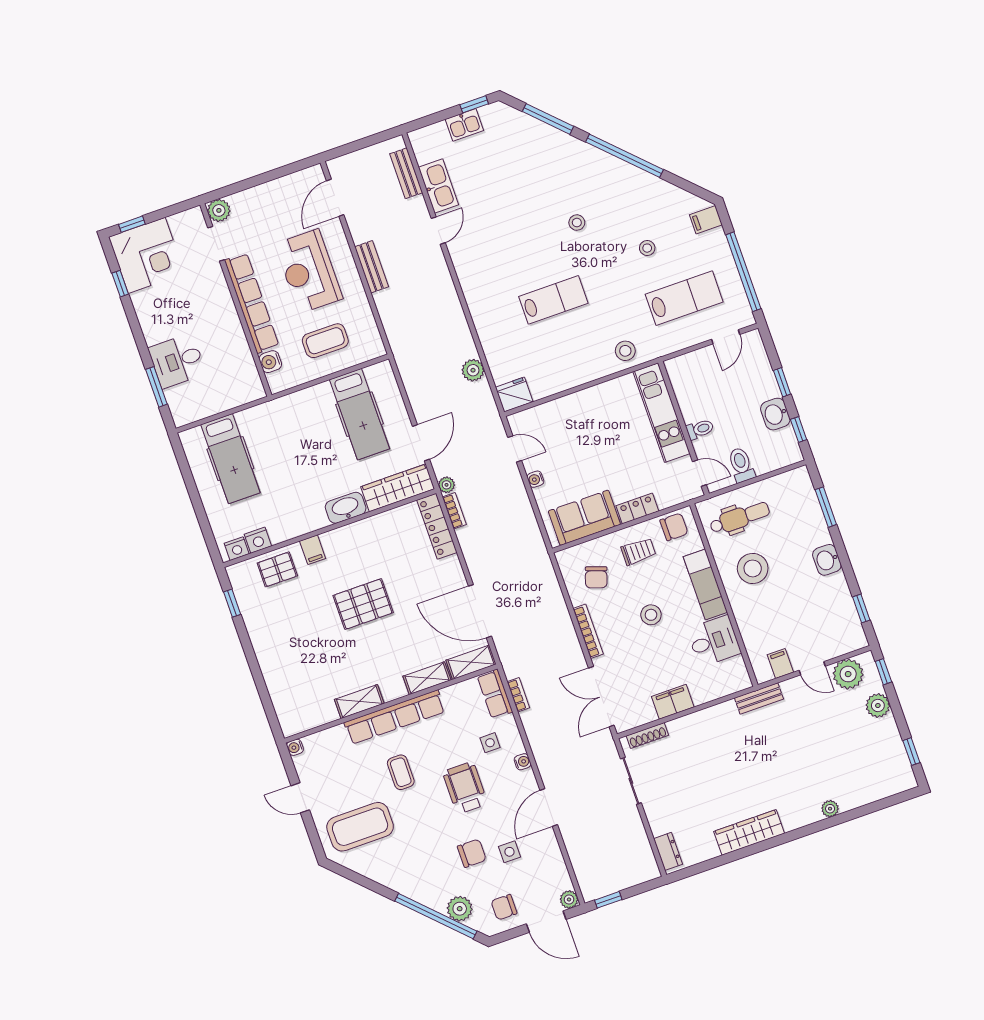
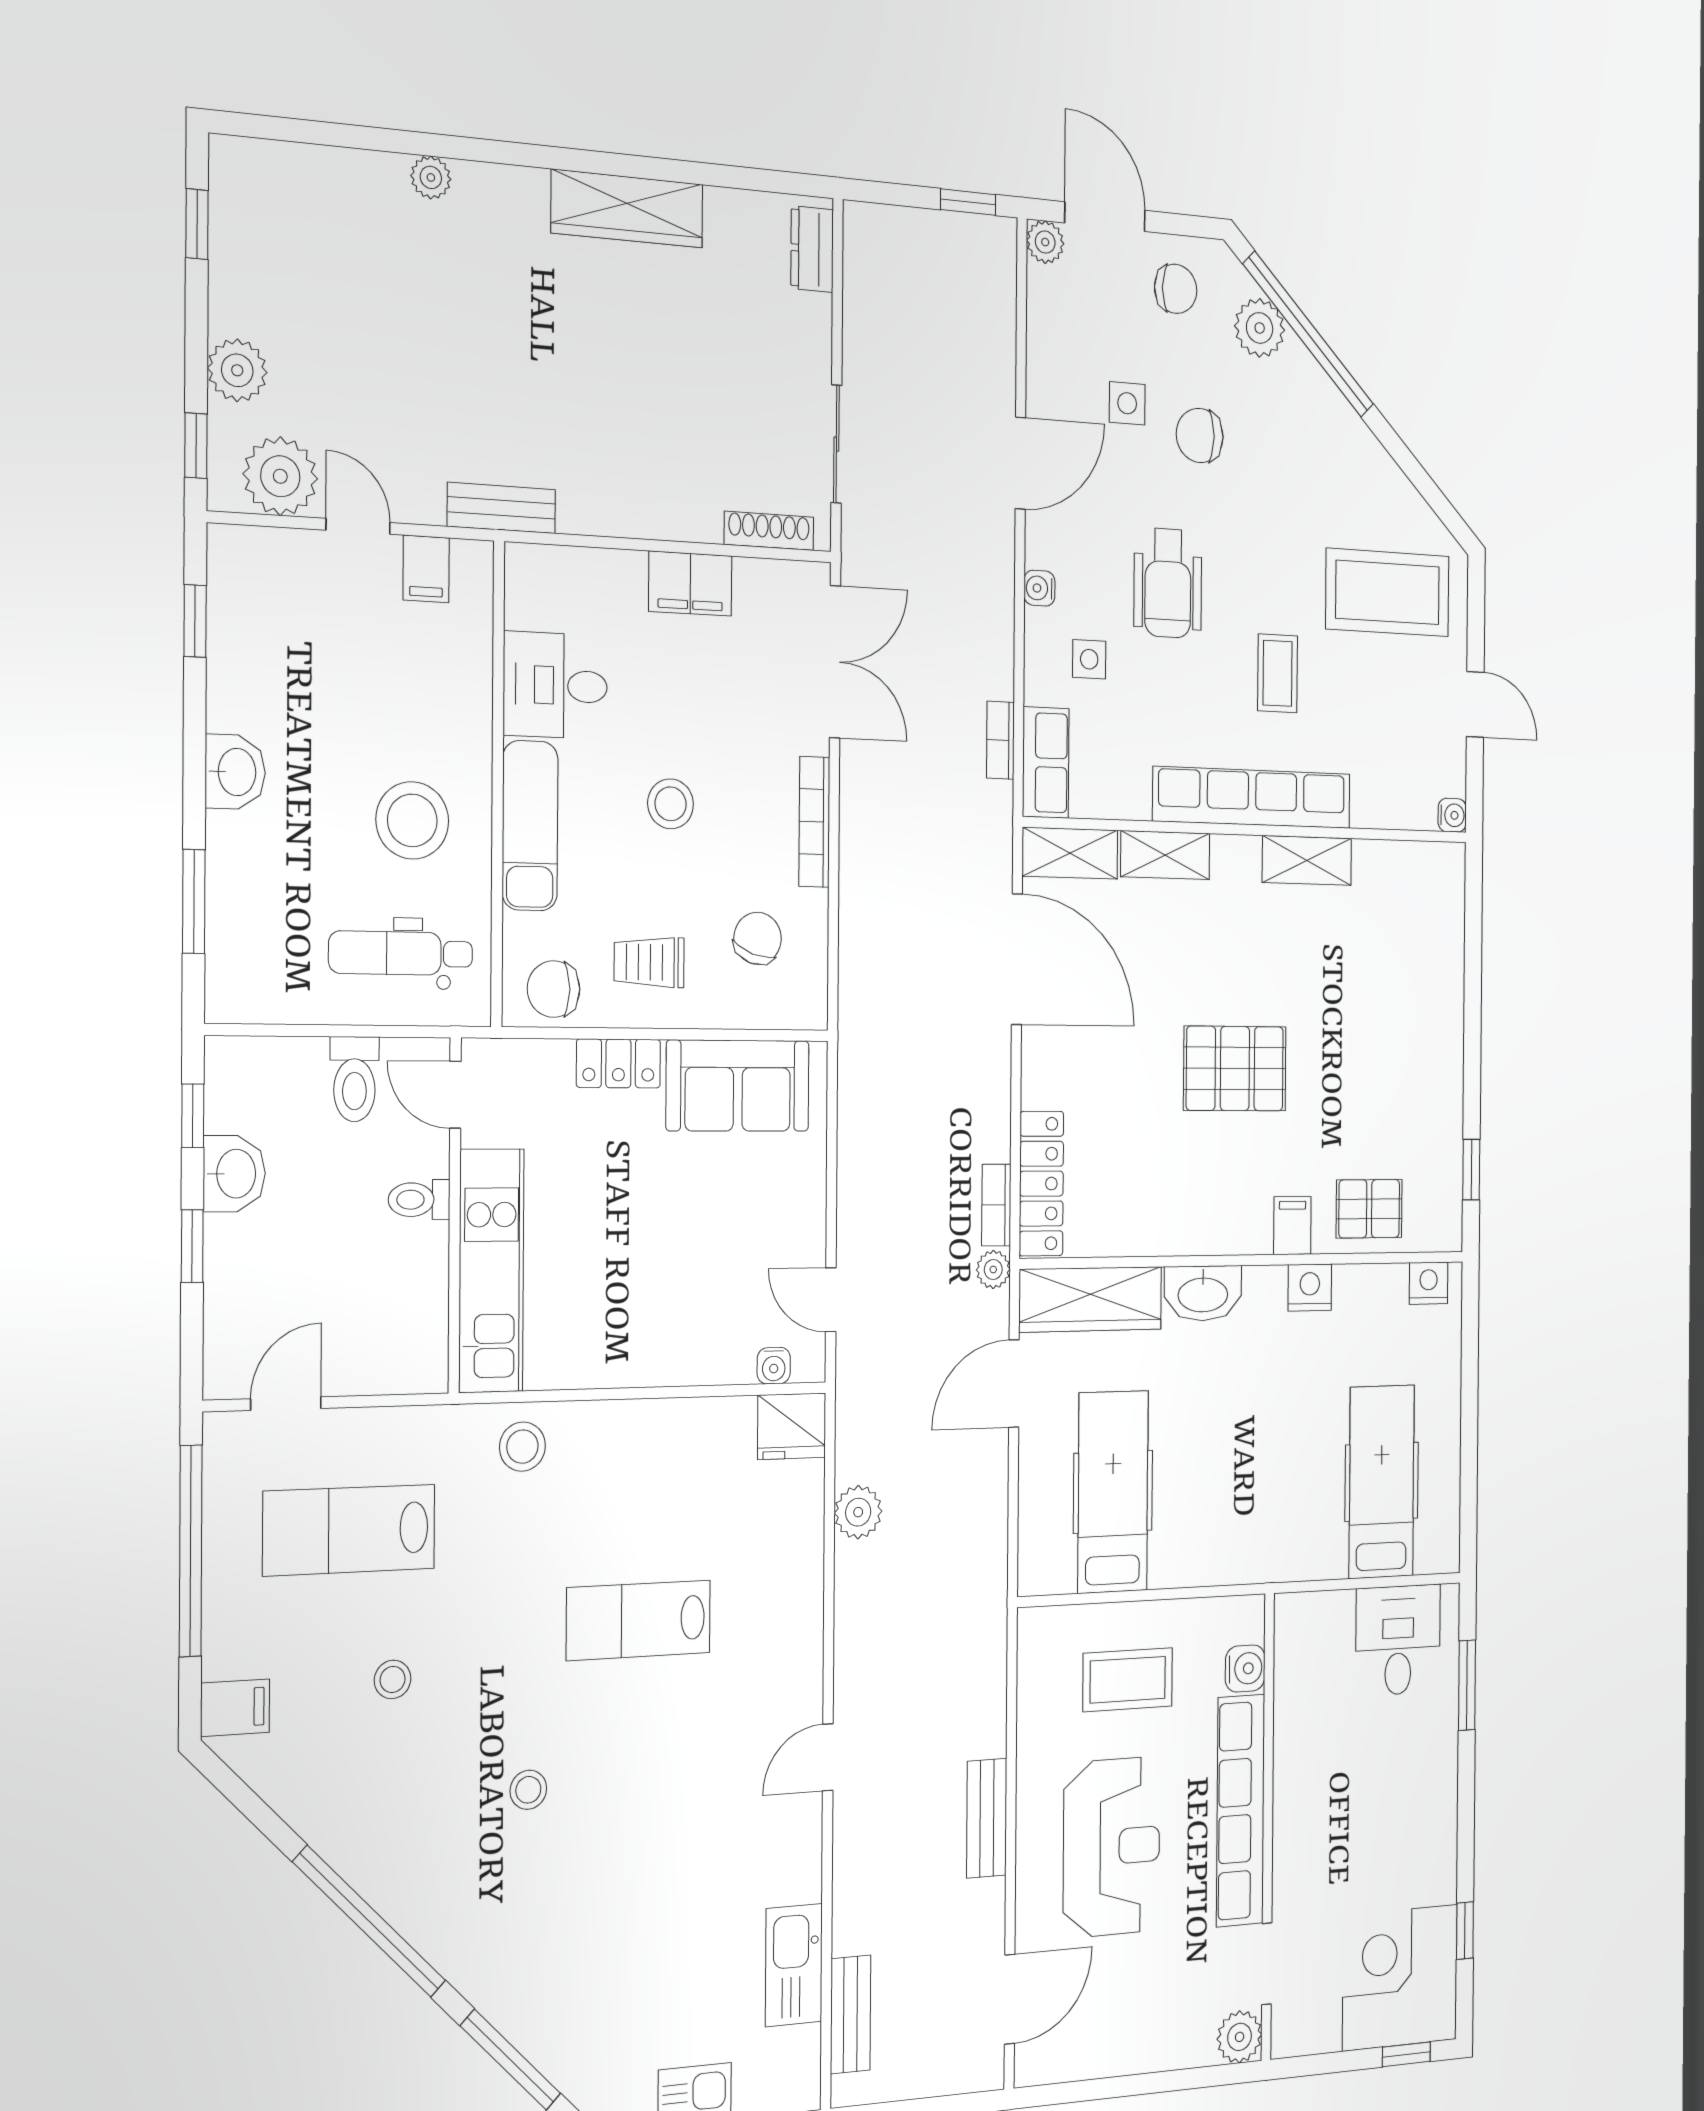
door: (438, 231) -> (828, 1757), moved
desk: (177, 361) -> (1398, 1640), moved, turned -90
water cooler: (535, 479) -> (774, 1366), moved, turned 90
nightstand: (258, 540) -> (1310, 1288), moved

